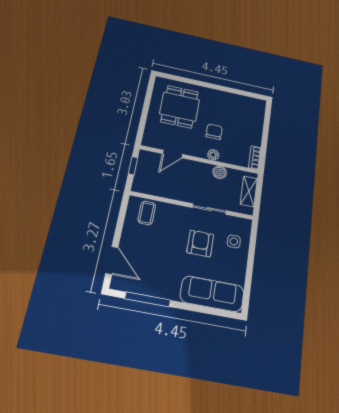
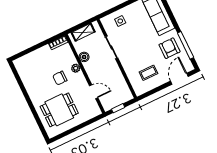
coffee table: (147, 213) -> (148, 73), moved
armchair: (200, 243) -> (169, 48), moved, turned 90

